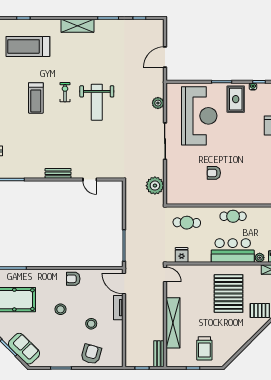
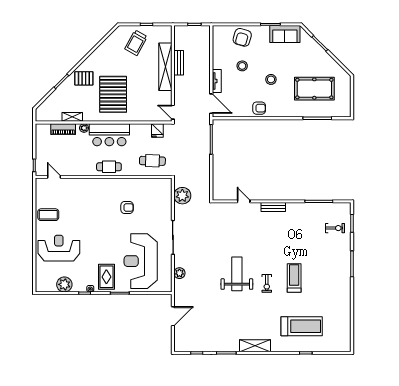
trolley: (204, 348) -> (136, 43), turned -151
sofa: (24, 349) -> (285, 34), moved, turned -45
bench: (159, 354) -> (179, 63), moved

